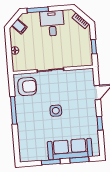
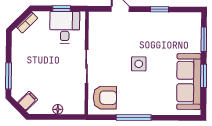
desk: (52, 23) -> (65, 27), moved, turned 90
armchair: (27, 87) -> (105, 98), turned 90
sofa: (70, 149) -> (189, 82), moved

